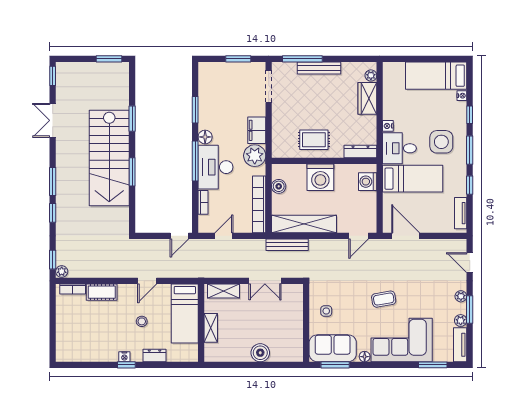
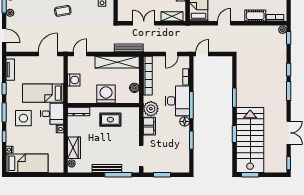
stairs: (109, 158) -> (250, 140), moved
washing machine: (368, 182) -> (74, 80), moved
door: (406, 236) -> (48, 54), swing flipped

